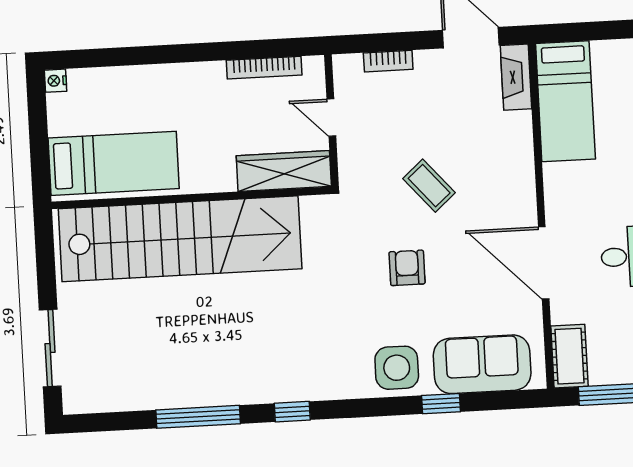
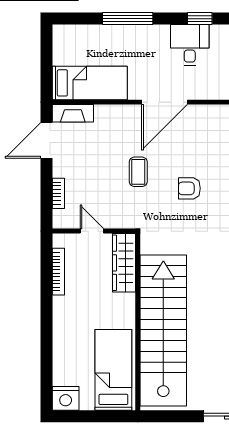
nightstand: (56, 81) -> (66, 398), width x1.89, depth x1.79
door: (331, 118) -> (92, 231), swing flipped
coffee table: (429, 186) -> (138, 172), turned -49
door: (544, 263) -> (164, 102), moved

